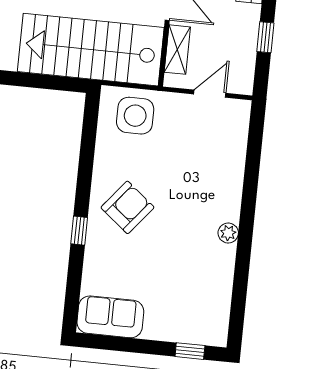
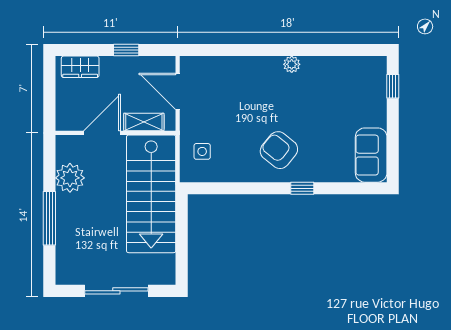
door: (210, 94) -> (178, 91), width x1.38
side table: (135, 116) -> (202, 151), width x0.54, depth x0.54

